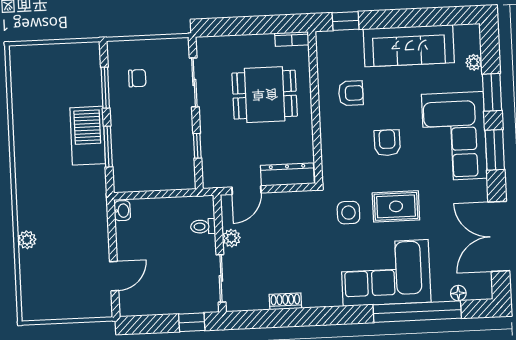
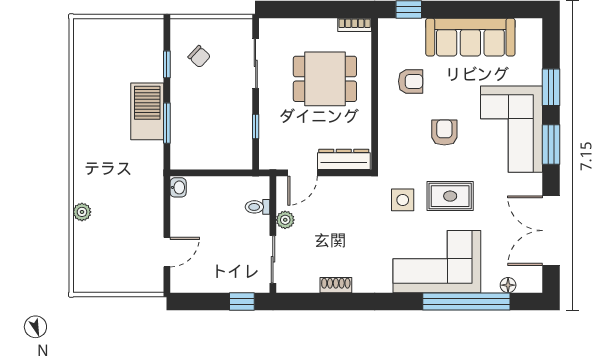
plant: (474, 62) -> (534, 57), removed
chair: (137, 78) -> (199, 57), turned 43
window: (105, 88) -> (167, 64), width x0.67

